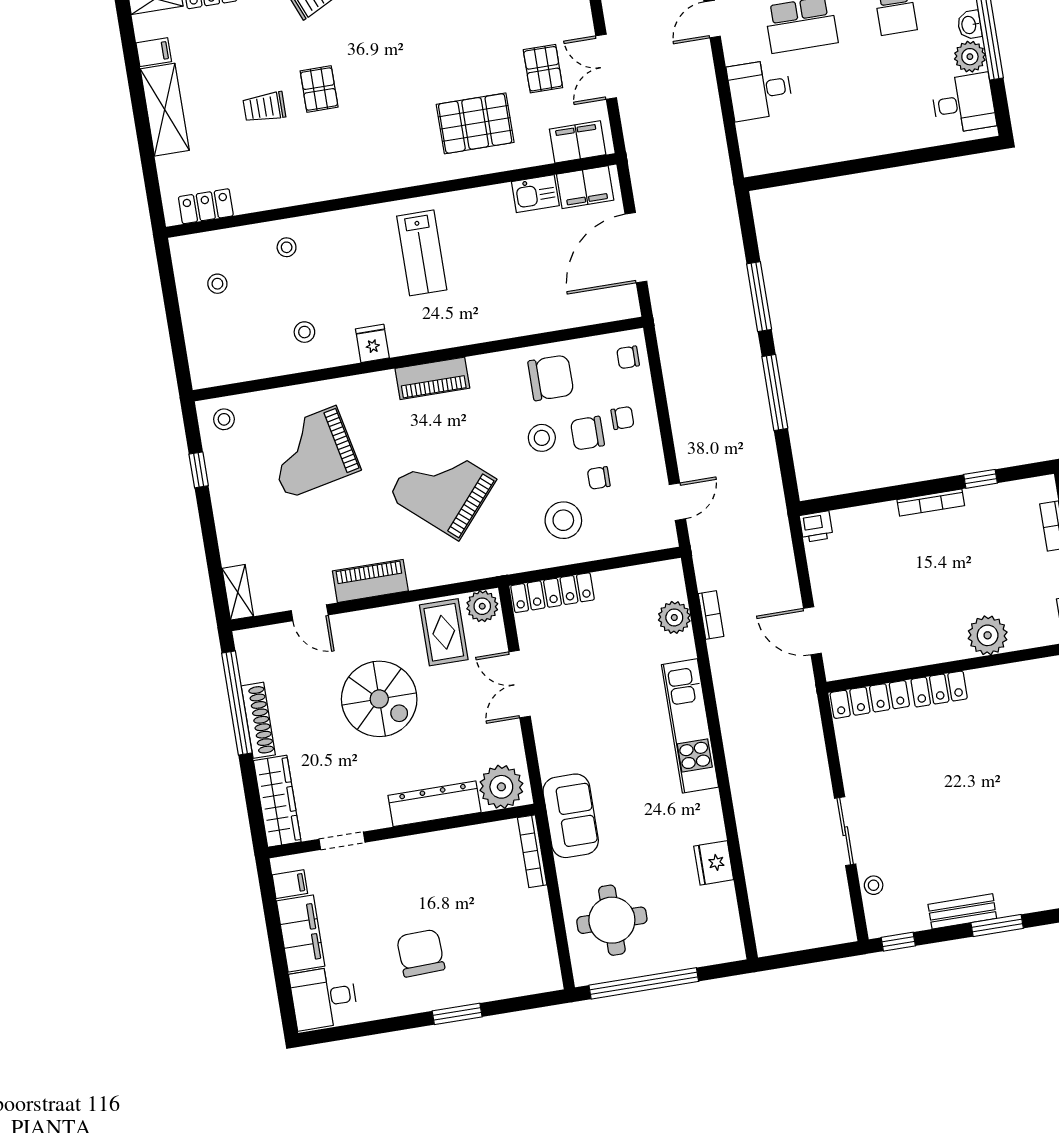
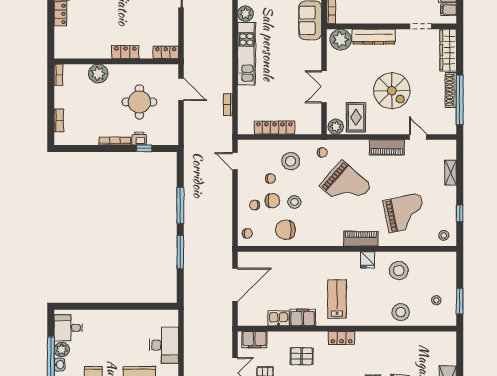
desk: (760, 90) -> (164, 345), width x1.37
pallet: (475, 123) -> (302, 356), width x0.67, depth x0.71
filing cabinet: (585, 187) -> (303, 317), moved
locker: (206, 206) -> (342, 338), moved
stool: (287, 247) -> (401, 312), width x1.89, depth x1.89
window: (169, 290) -> (460, 301), added
stool: (304, 332) -> (399, 271), width x1.89, depth x1.89
piano: (432, 378) -> (361, 239), moved
window: (980, 479) -> (144, 148), moved
door: (677, 502) -> (235, 161), hinge flipped
printer: (816, 527) -> (139, 138), moved
chair: (501, 549) -> (322, 152), added
round table: (894, 591) -> (139, 102), added
shelving: (238, 592) -> (451, 173), moved
locker: (553, 593) -> (274, 128), moved
plant: (674, 617) -> (245, 14), moved
double door: (520, 684) -> (324, 87), swing flipped
spiral stairs: (379, 699) -> (392, 91), turned 180
locker: (870, 699) -> (166, 52), width x0.66

